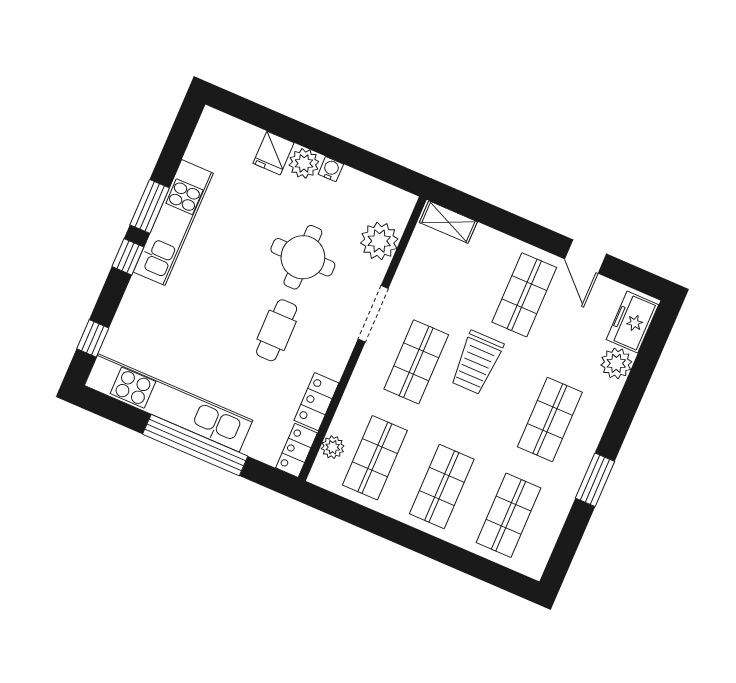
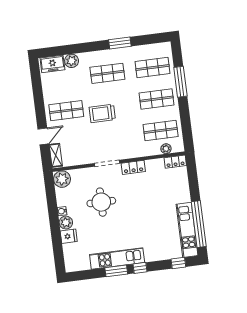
plant: (379, 241) -> (62, 179), moved
door: (586, 256) -> (43, 136), moved
cafe table: (277, 330) -> (135, 196), removed
shop shelf: (416, 362) -> (115, 136), removed
trolley: (477, 363) -> (102, 113), turned 180
locker: (316, 402) -> (133, 167), moved
kitchen unit: (169, 403) -> (187, 230), width x0.73
window: (195, 445) -> (199, 224), moved
window: (448, 554) -> (180, 82), added

